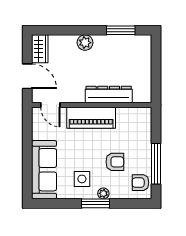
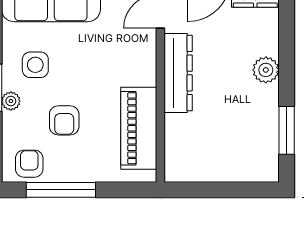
dresser: (109, 94) -> (178, 73), moved
piano: (91, 118) -> (139, 128), moved

